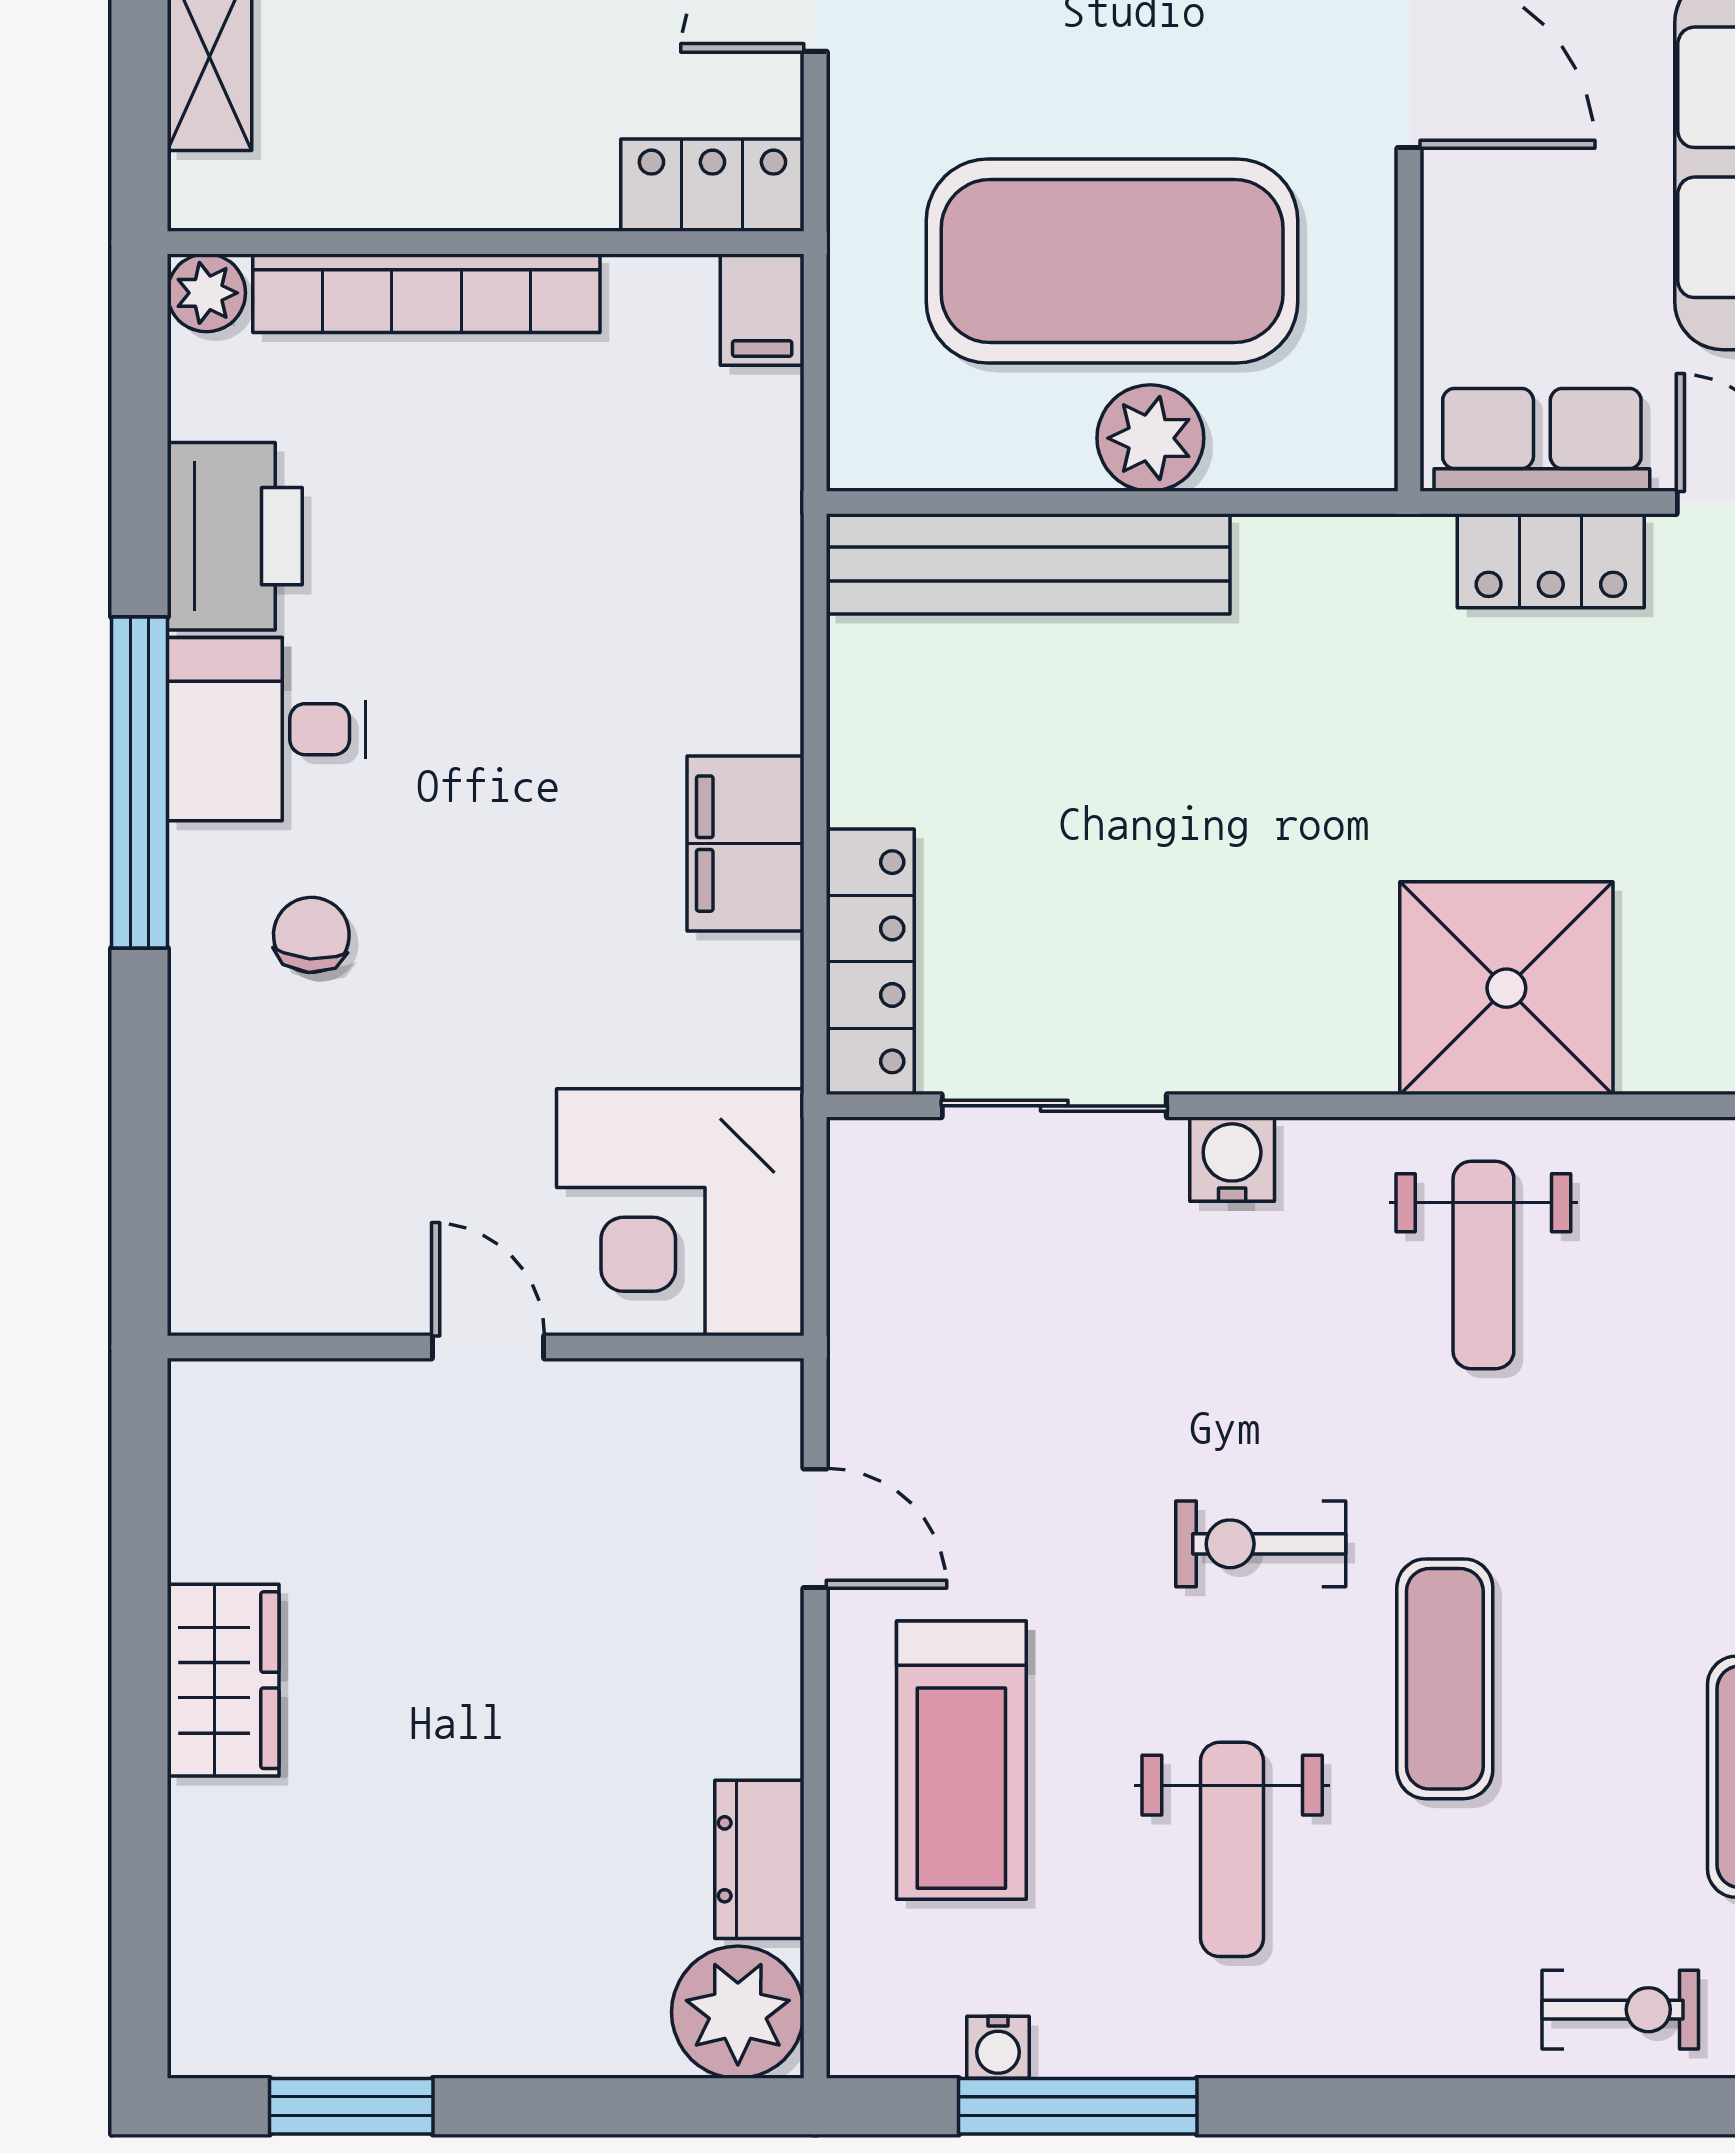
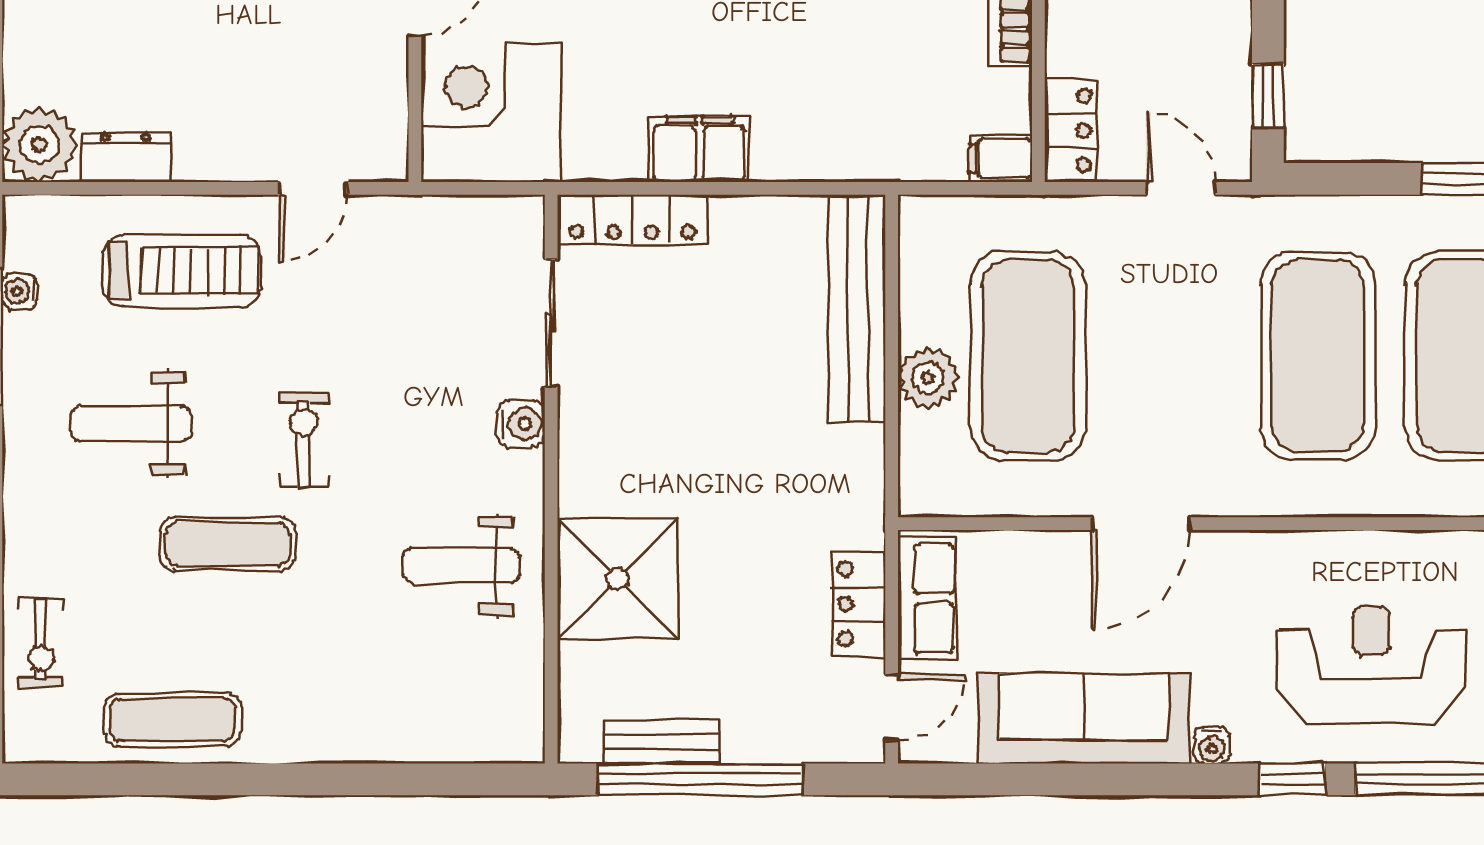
treadmill: (961, 1760) -> (182, 271), turned 180

